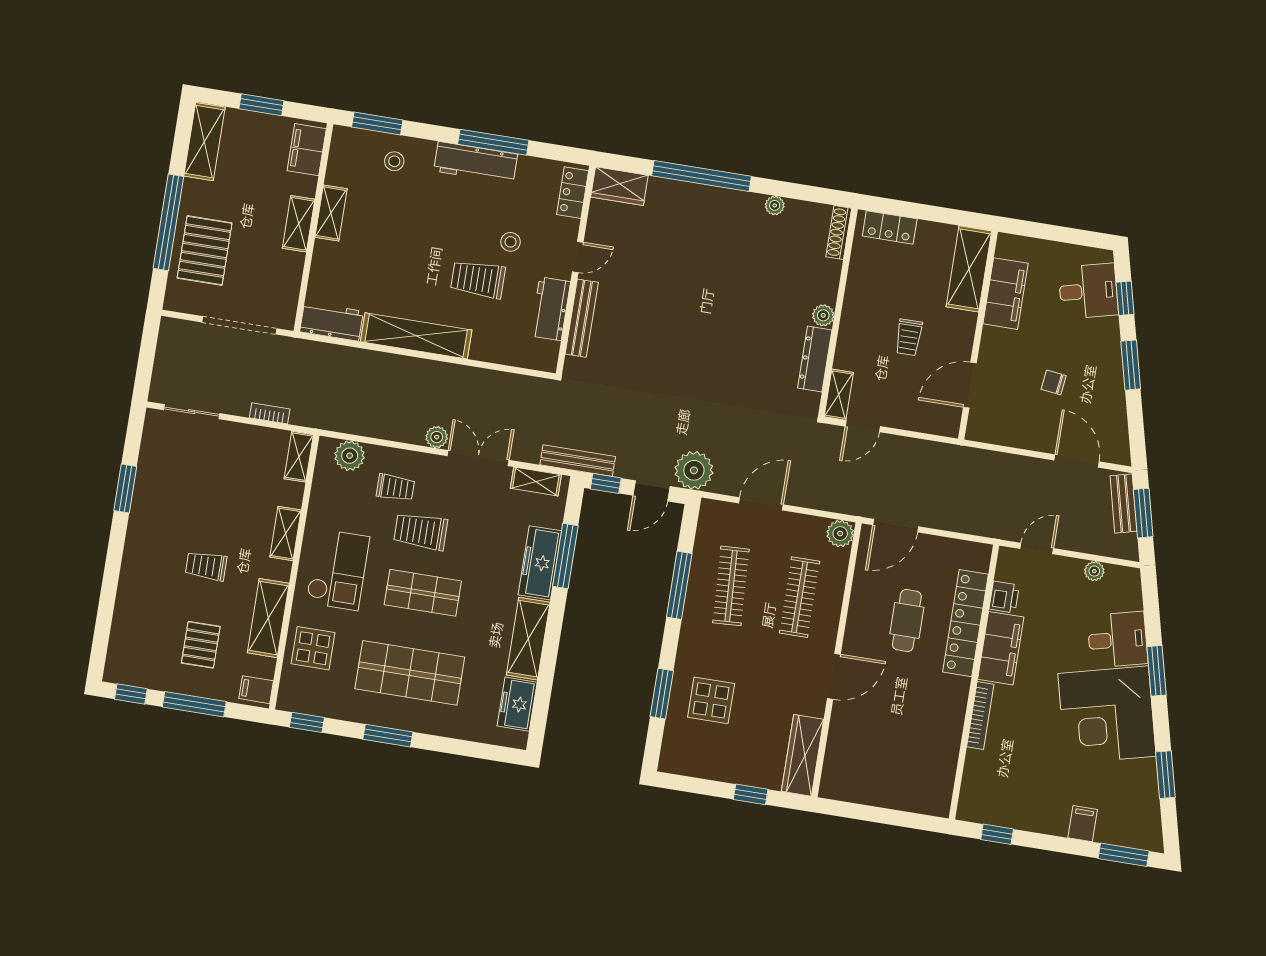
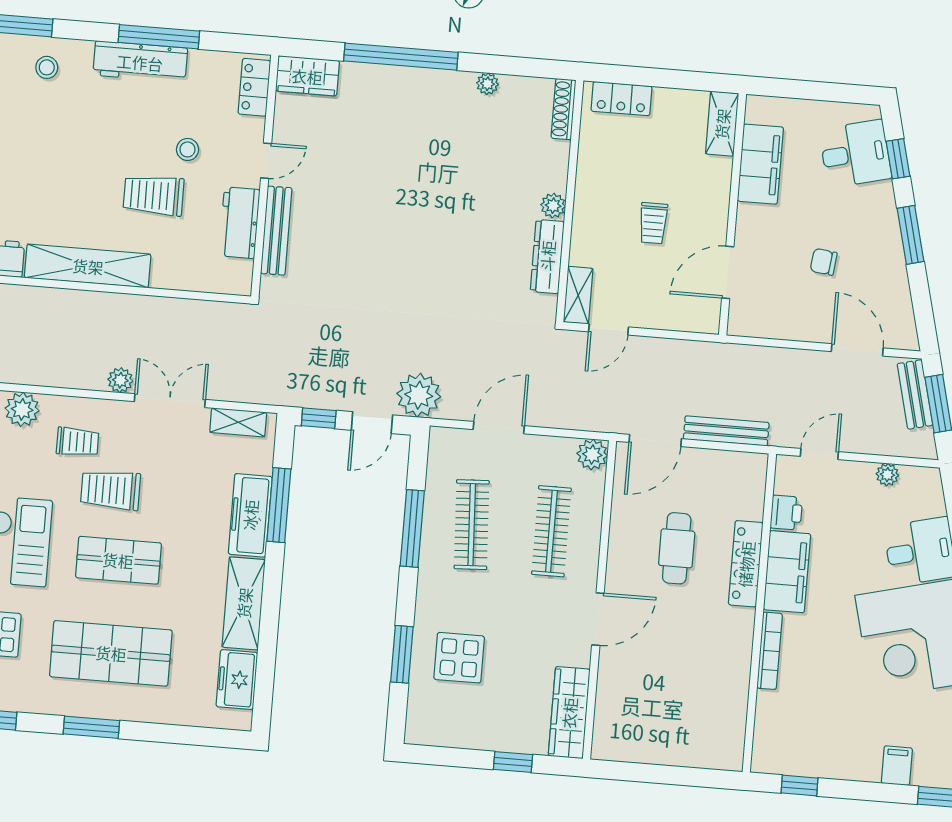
shelving: (969, 269) -> (722, 124), width x0.67, depth x0.75
bench: (578, 461) -> (726, 431), moved
locker: (966, 623) -> (746, 564), width x0.71, depth x0.83

